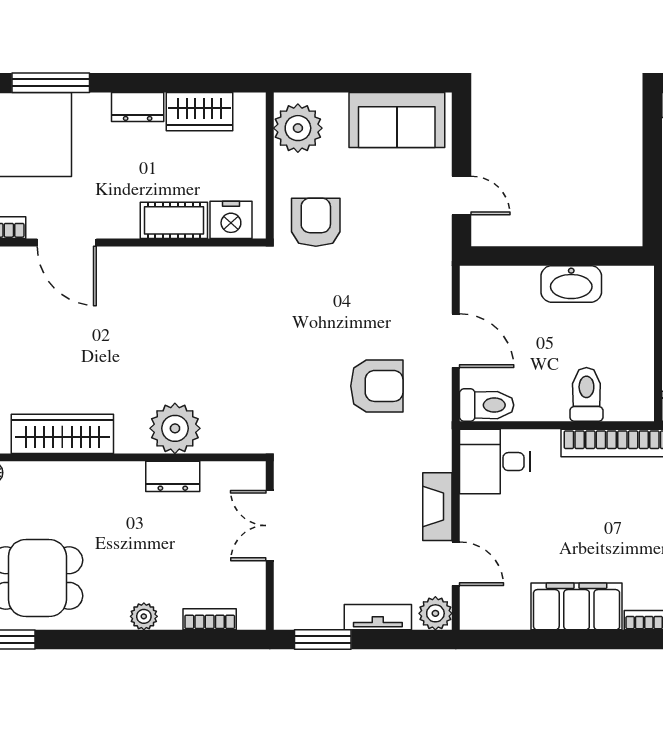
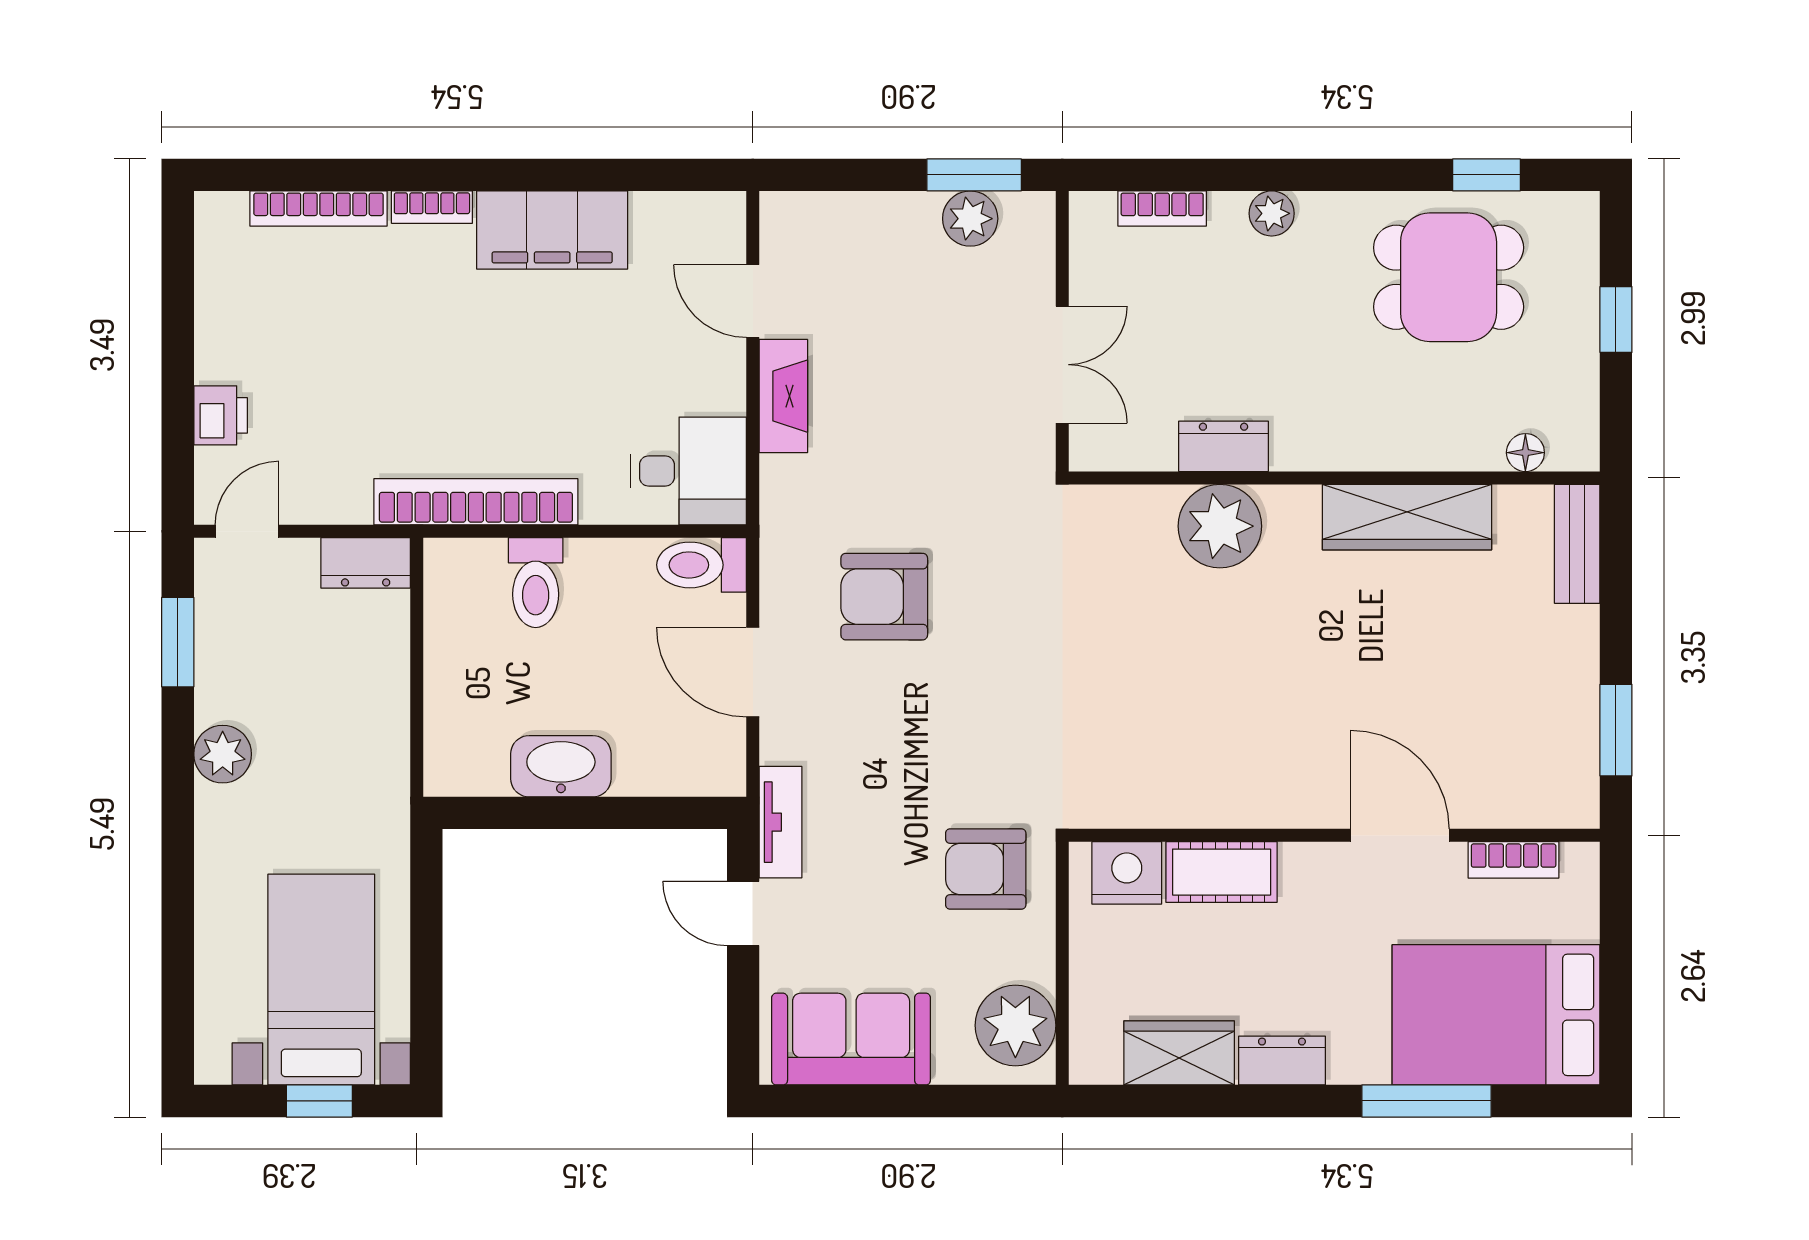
armchair: (316, 222) -> (986, 869), turned 90
plant: (435, 613) -> (970, 219), moved
tv unit: (378, 617) -> (781, 822), moved, turned -90

